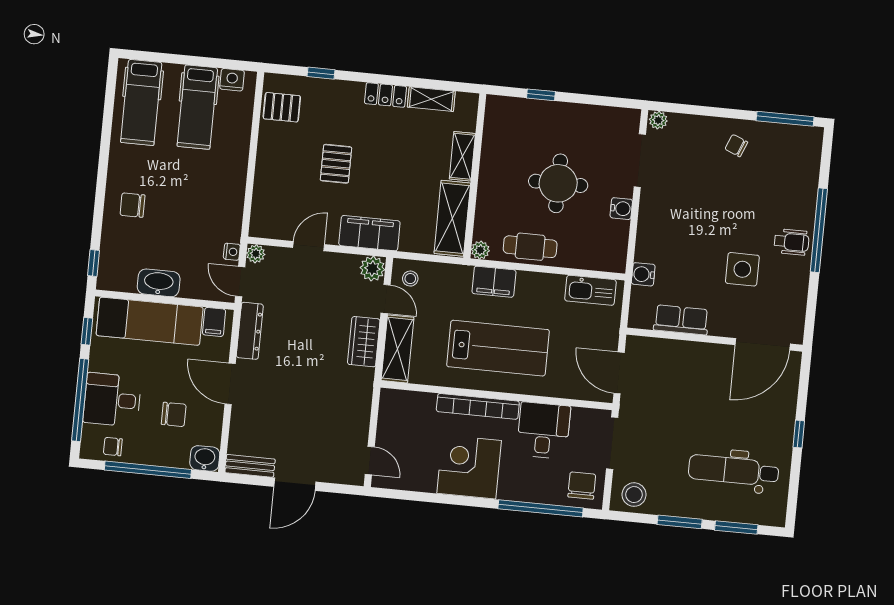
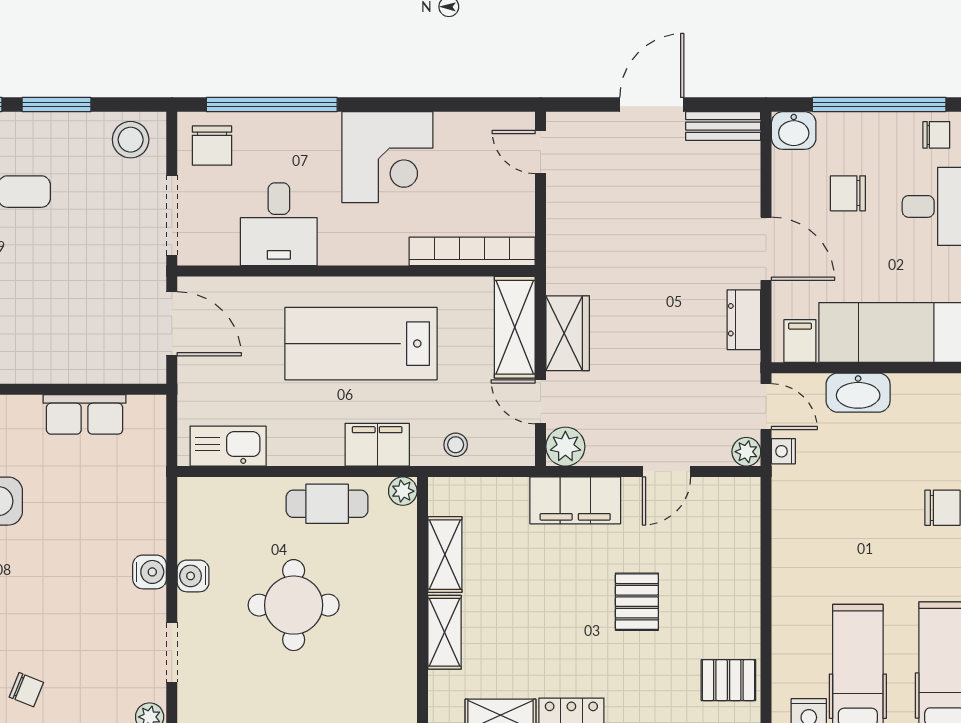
doorway: (640, 161) -> (172, 652), width x0.73
shelving: (452, 218) -> (445, 555), width x0.67, depth x0.75
water cooler: (643, 274) -> (150, 572), moved
stool: (410, 279) -> (456, 445), moved
washbasin: (159, 283) -> (858, 393), moved
dresser: (250, 331) -> (744, 320), width x0.70
bookcase: (478, 406) -> (472, 251), moved

